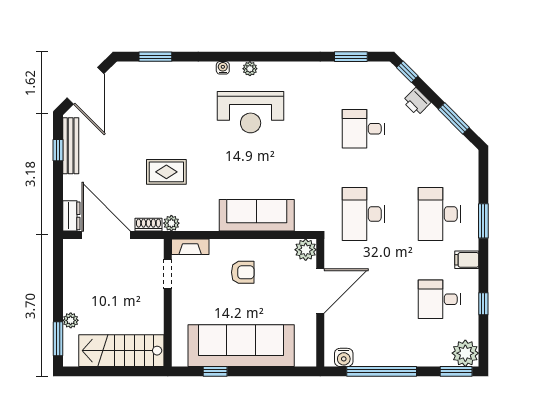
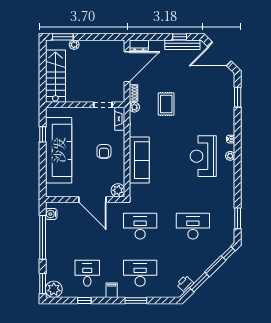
printer: (417, 102) -> (185, 284), moved
desk: (363, 129) -> (193, 226), width x1.37

